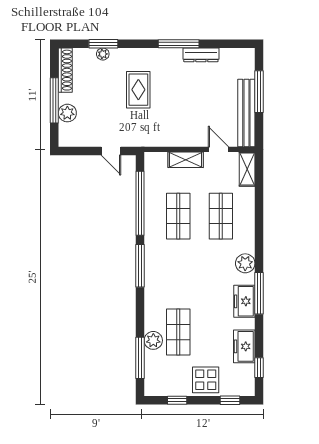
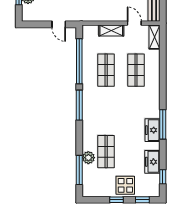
plant: (245, 263) -> (153, 103), removed
window: (177, 400) -> (117, 200), moved

